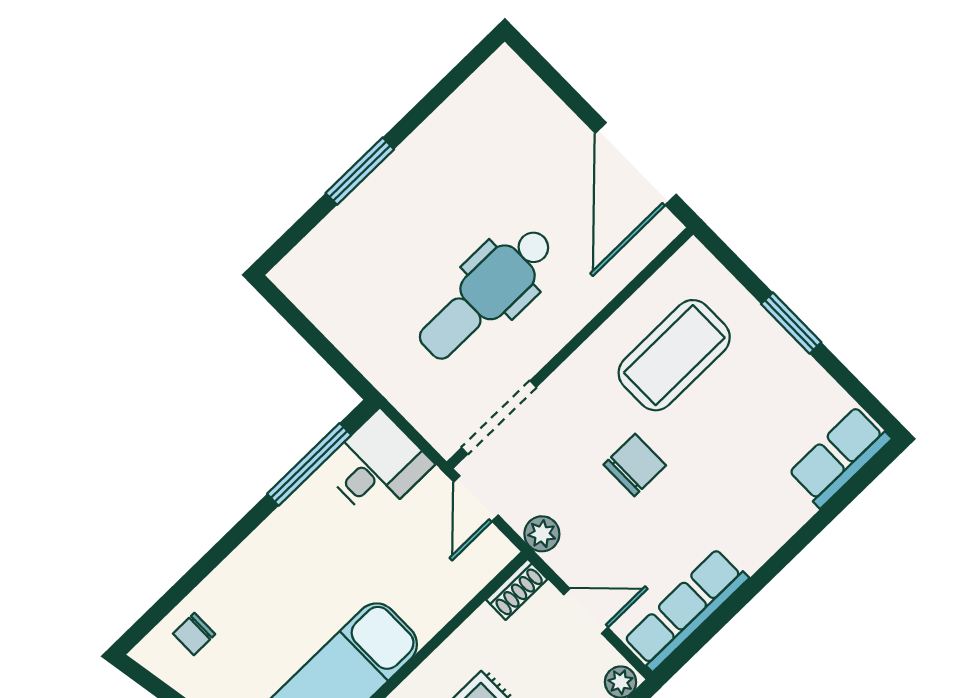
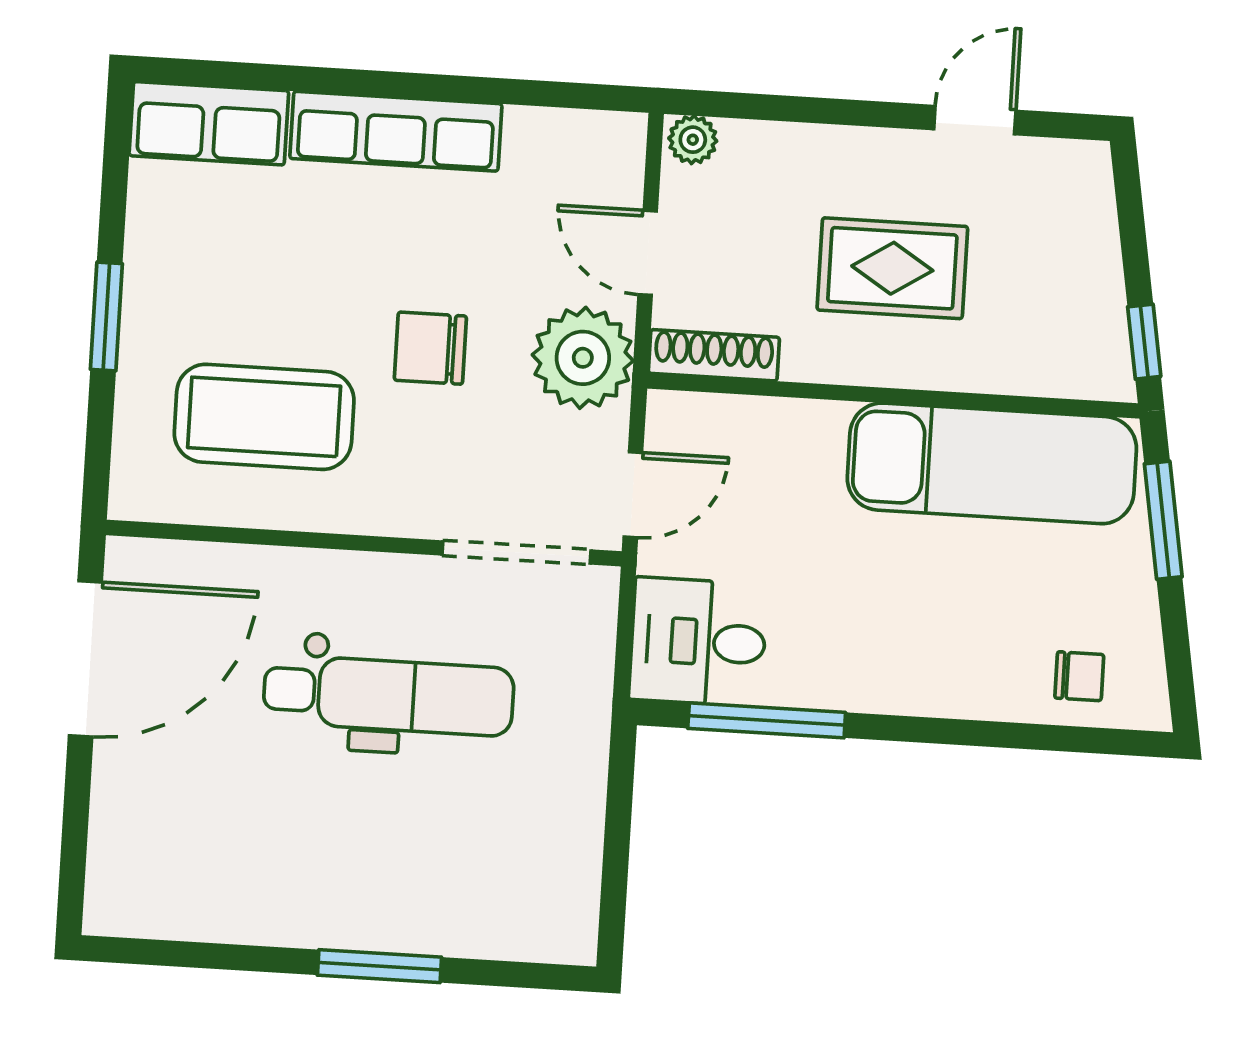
plant: (542, 534) -> (583, 358), width x1.88, depth x1.88
shoe rack: (517, 589) -> (714, 355), width x1.43
row of seats: (686, 610) -> (396, 131), moved

